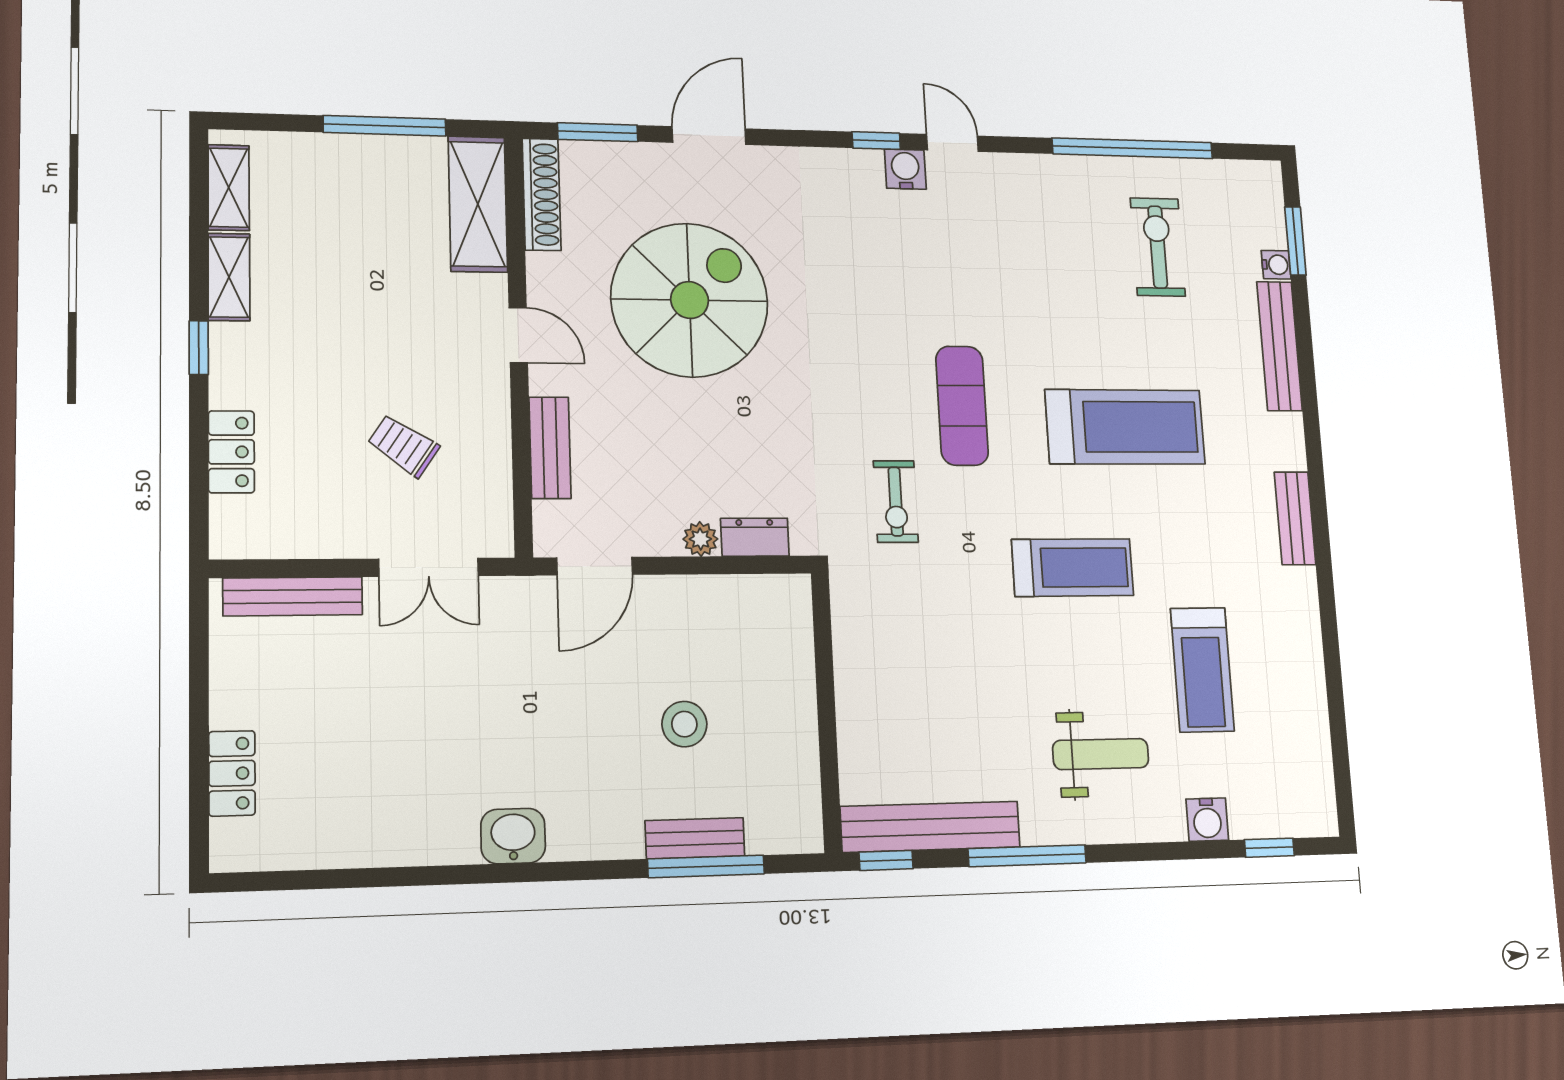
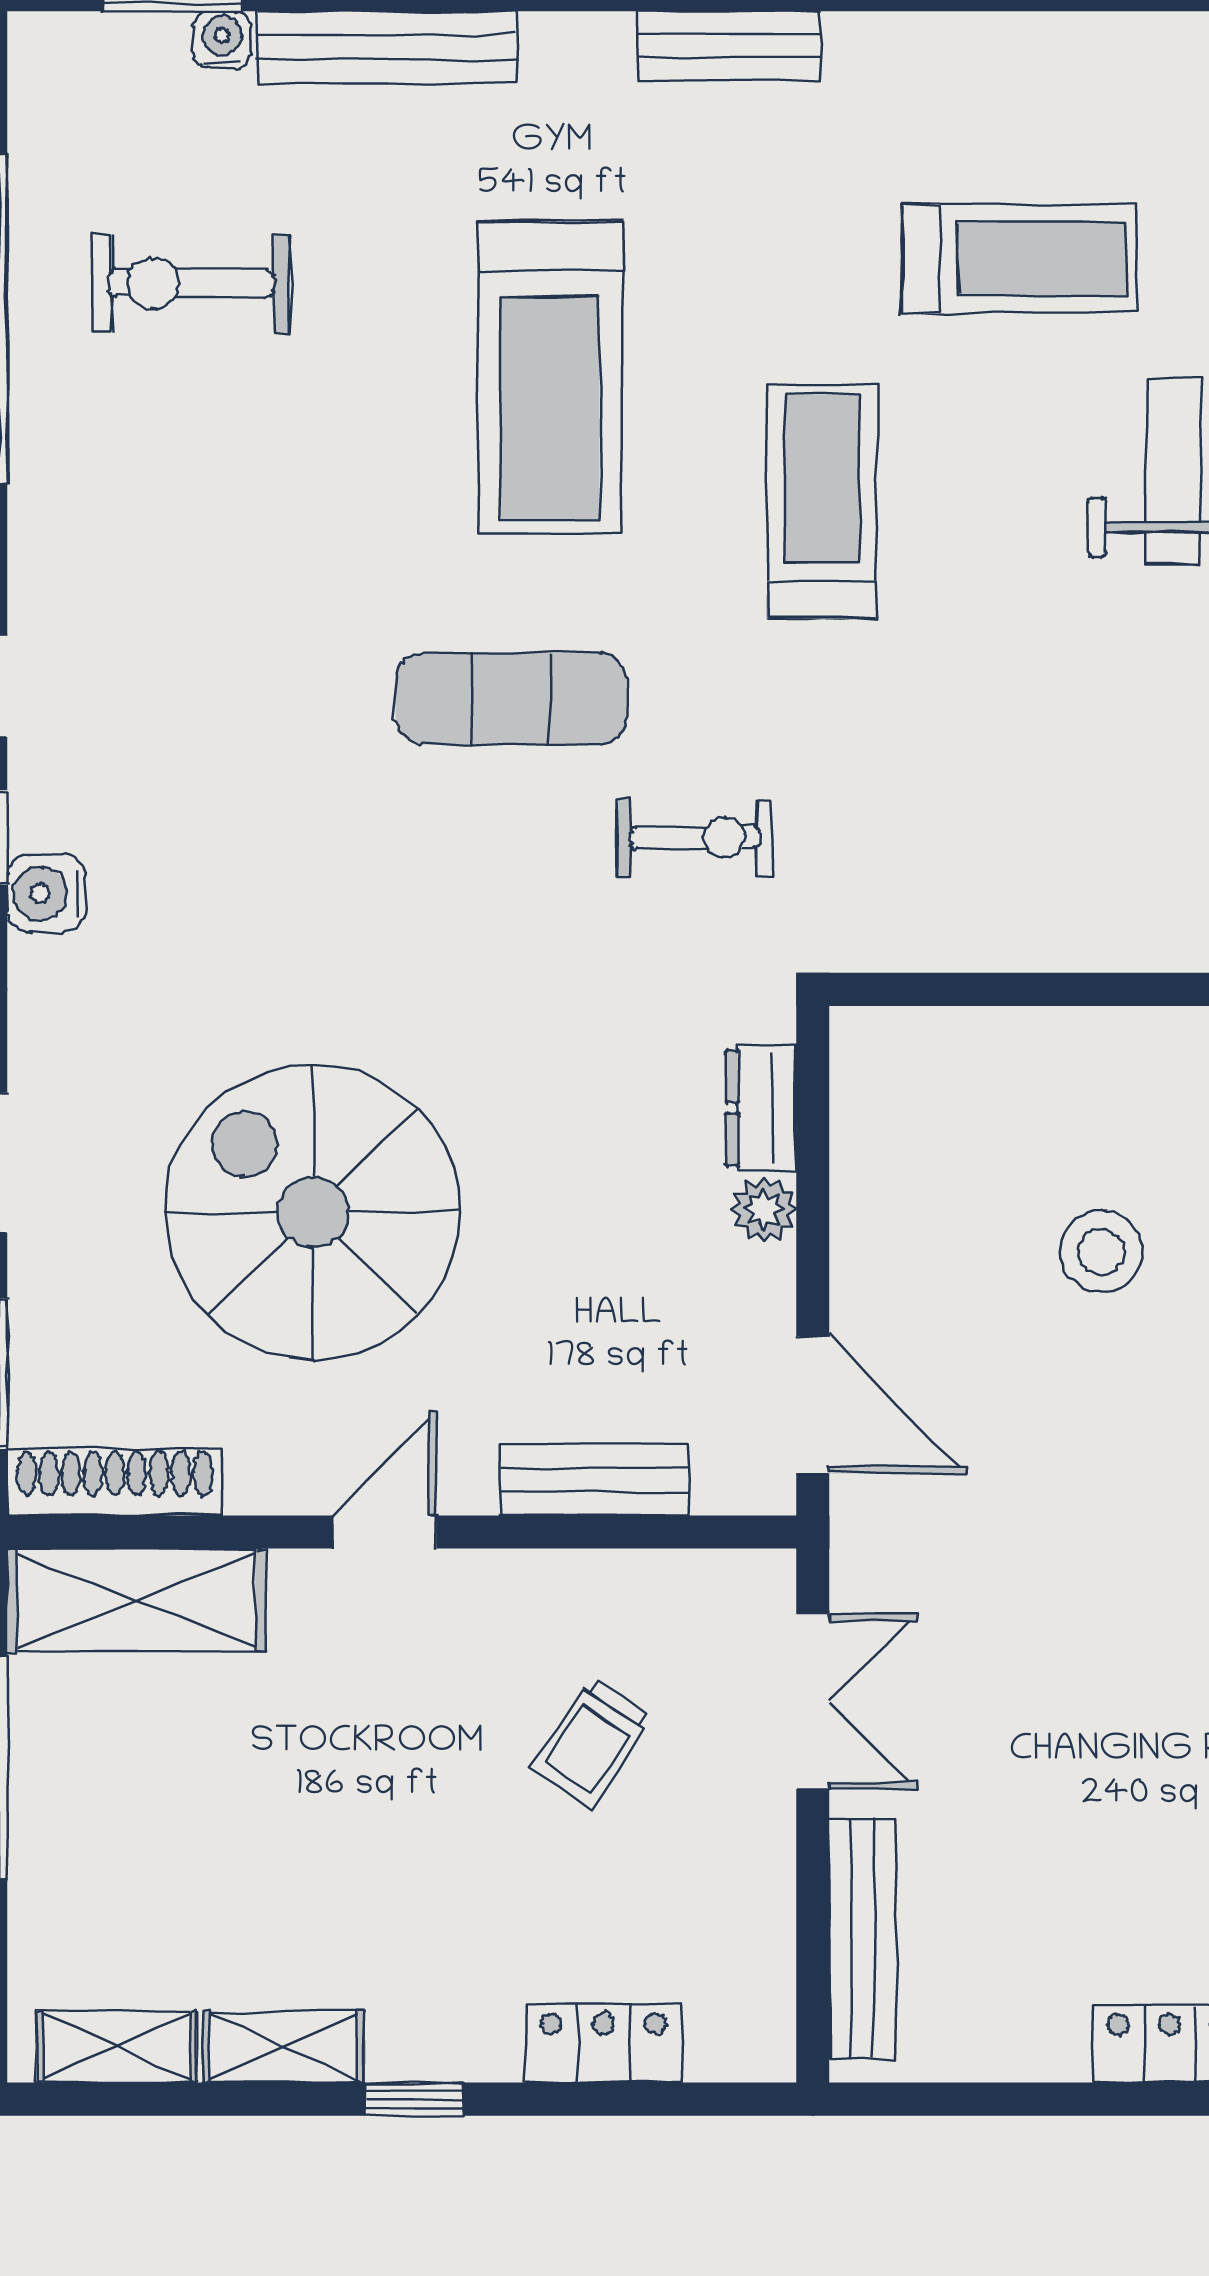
water cooler: (905, 169) -> (46, 893), moved
treadmill: (1125, 427) -> (550, 377), turned 180

